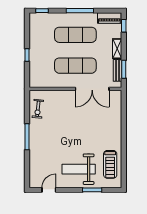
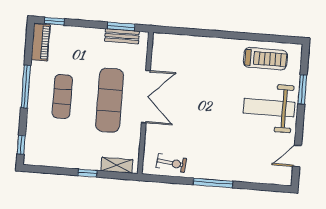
exercise mat: (75, 35) -> (62, 96), width x0.73, depth x0.69
shelving: (117, 49) -> (117, 165), moved
double door: (92, 89) -> (146, 97), moved
weight bench: (79, 169) -> (269, 108), turned 90
door: (49, 190) -> (297, 156), hinge flipped

